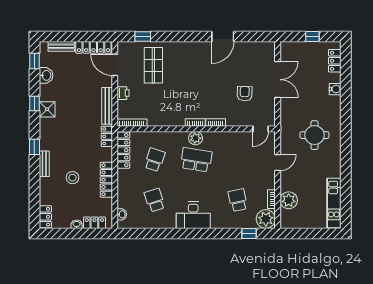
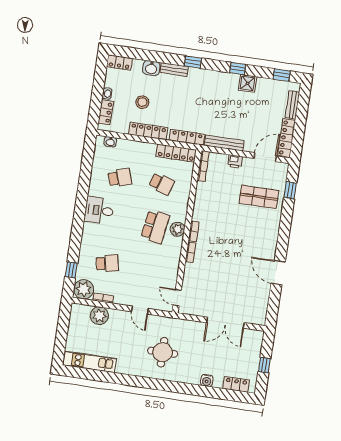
washbasin: (46, 75) -> (151, 68), moved
armchair: (245, 94) -> (216, 287), removed
shower: (47, 109) -> (248, 83), moved
locker: (107, 136) -> (187, 137), width x1.53
stool: (72, 178) -> (142, 102), moved
desk: (193, 215) -> (99, 210), width x0.73

